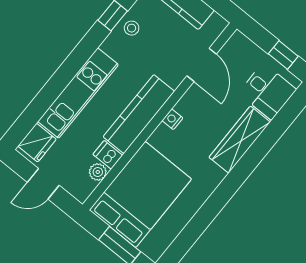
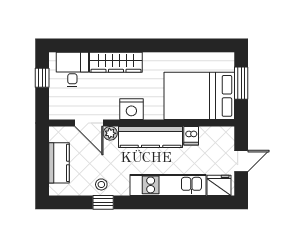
door: (202, 65) -> (89, 123), swing flipped
nightstand: (172, 119) -> (131, 109), width x1.89, depth x1.79
plant: (98, 172) -> (110, 133), moved
door: (43, 184) -> (241, 161), hinge flipped

